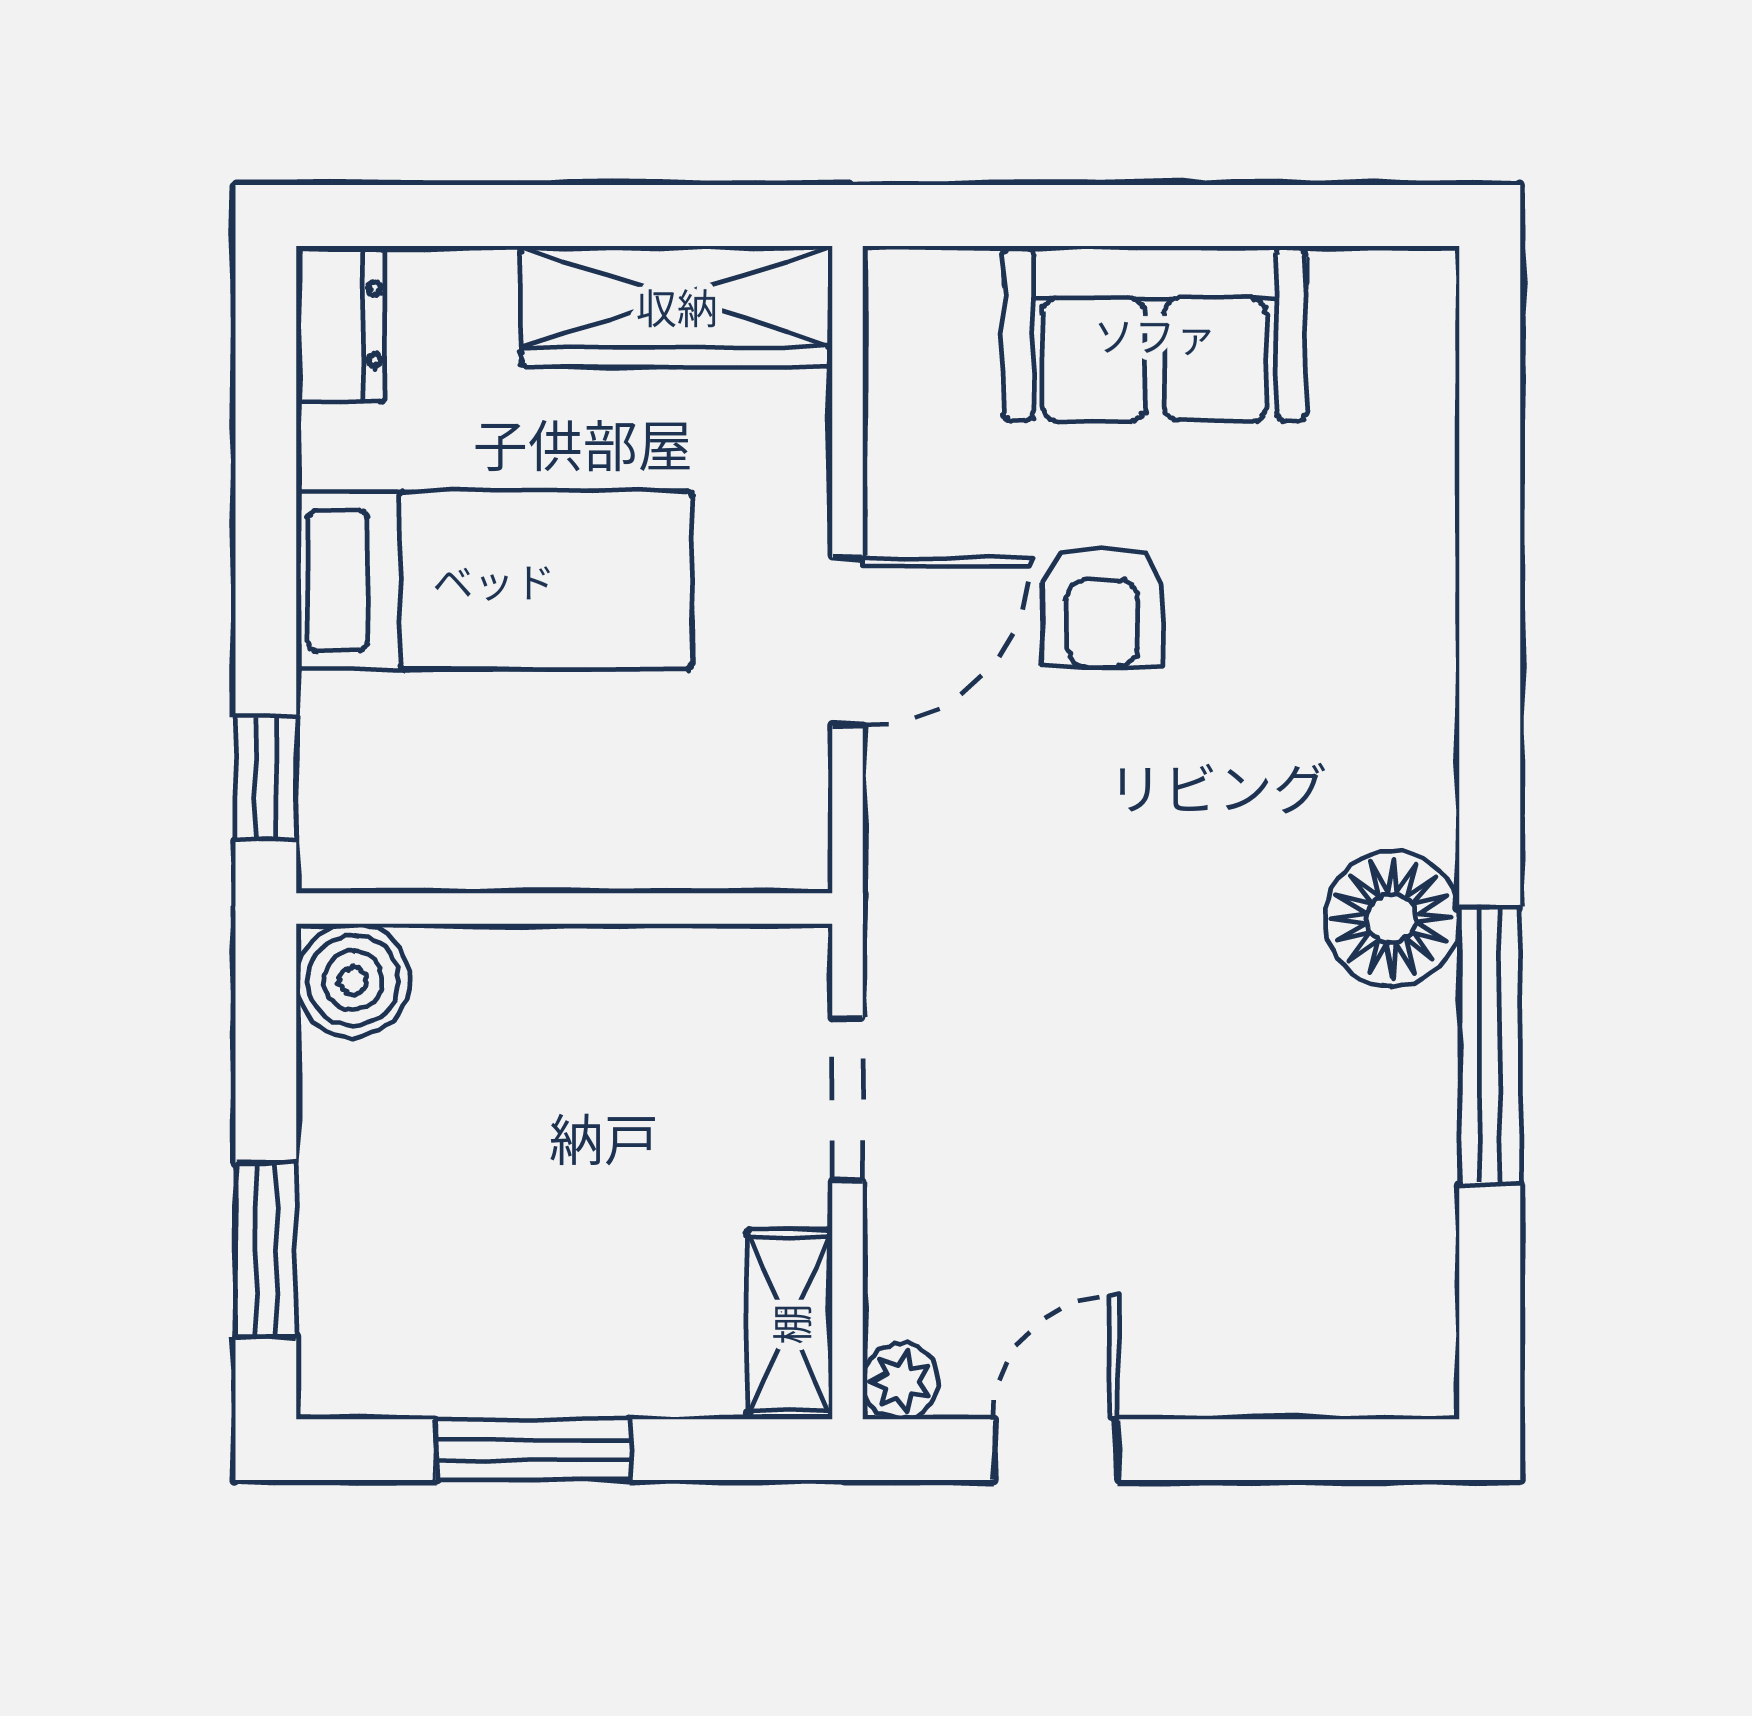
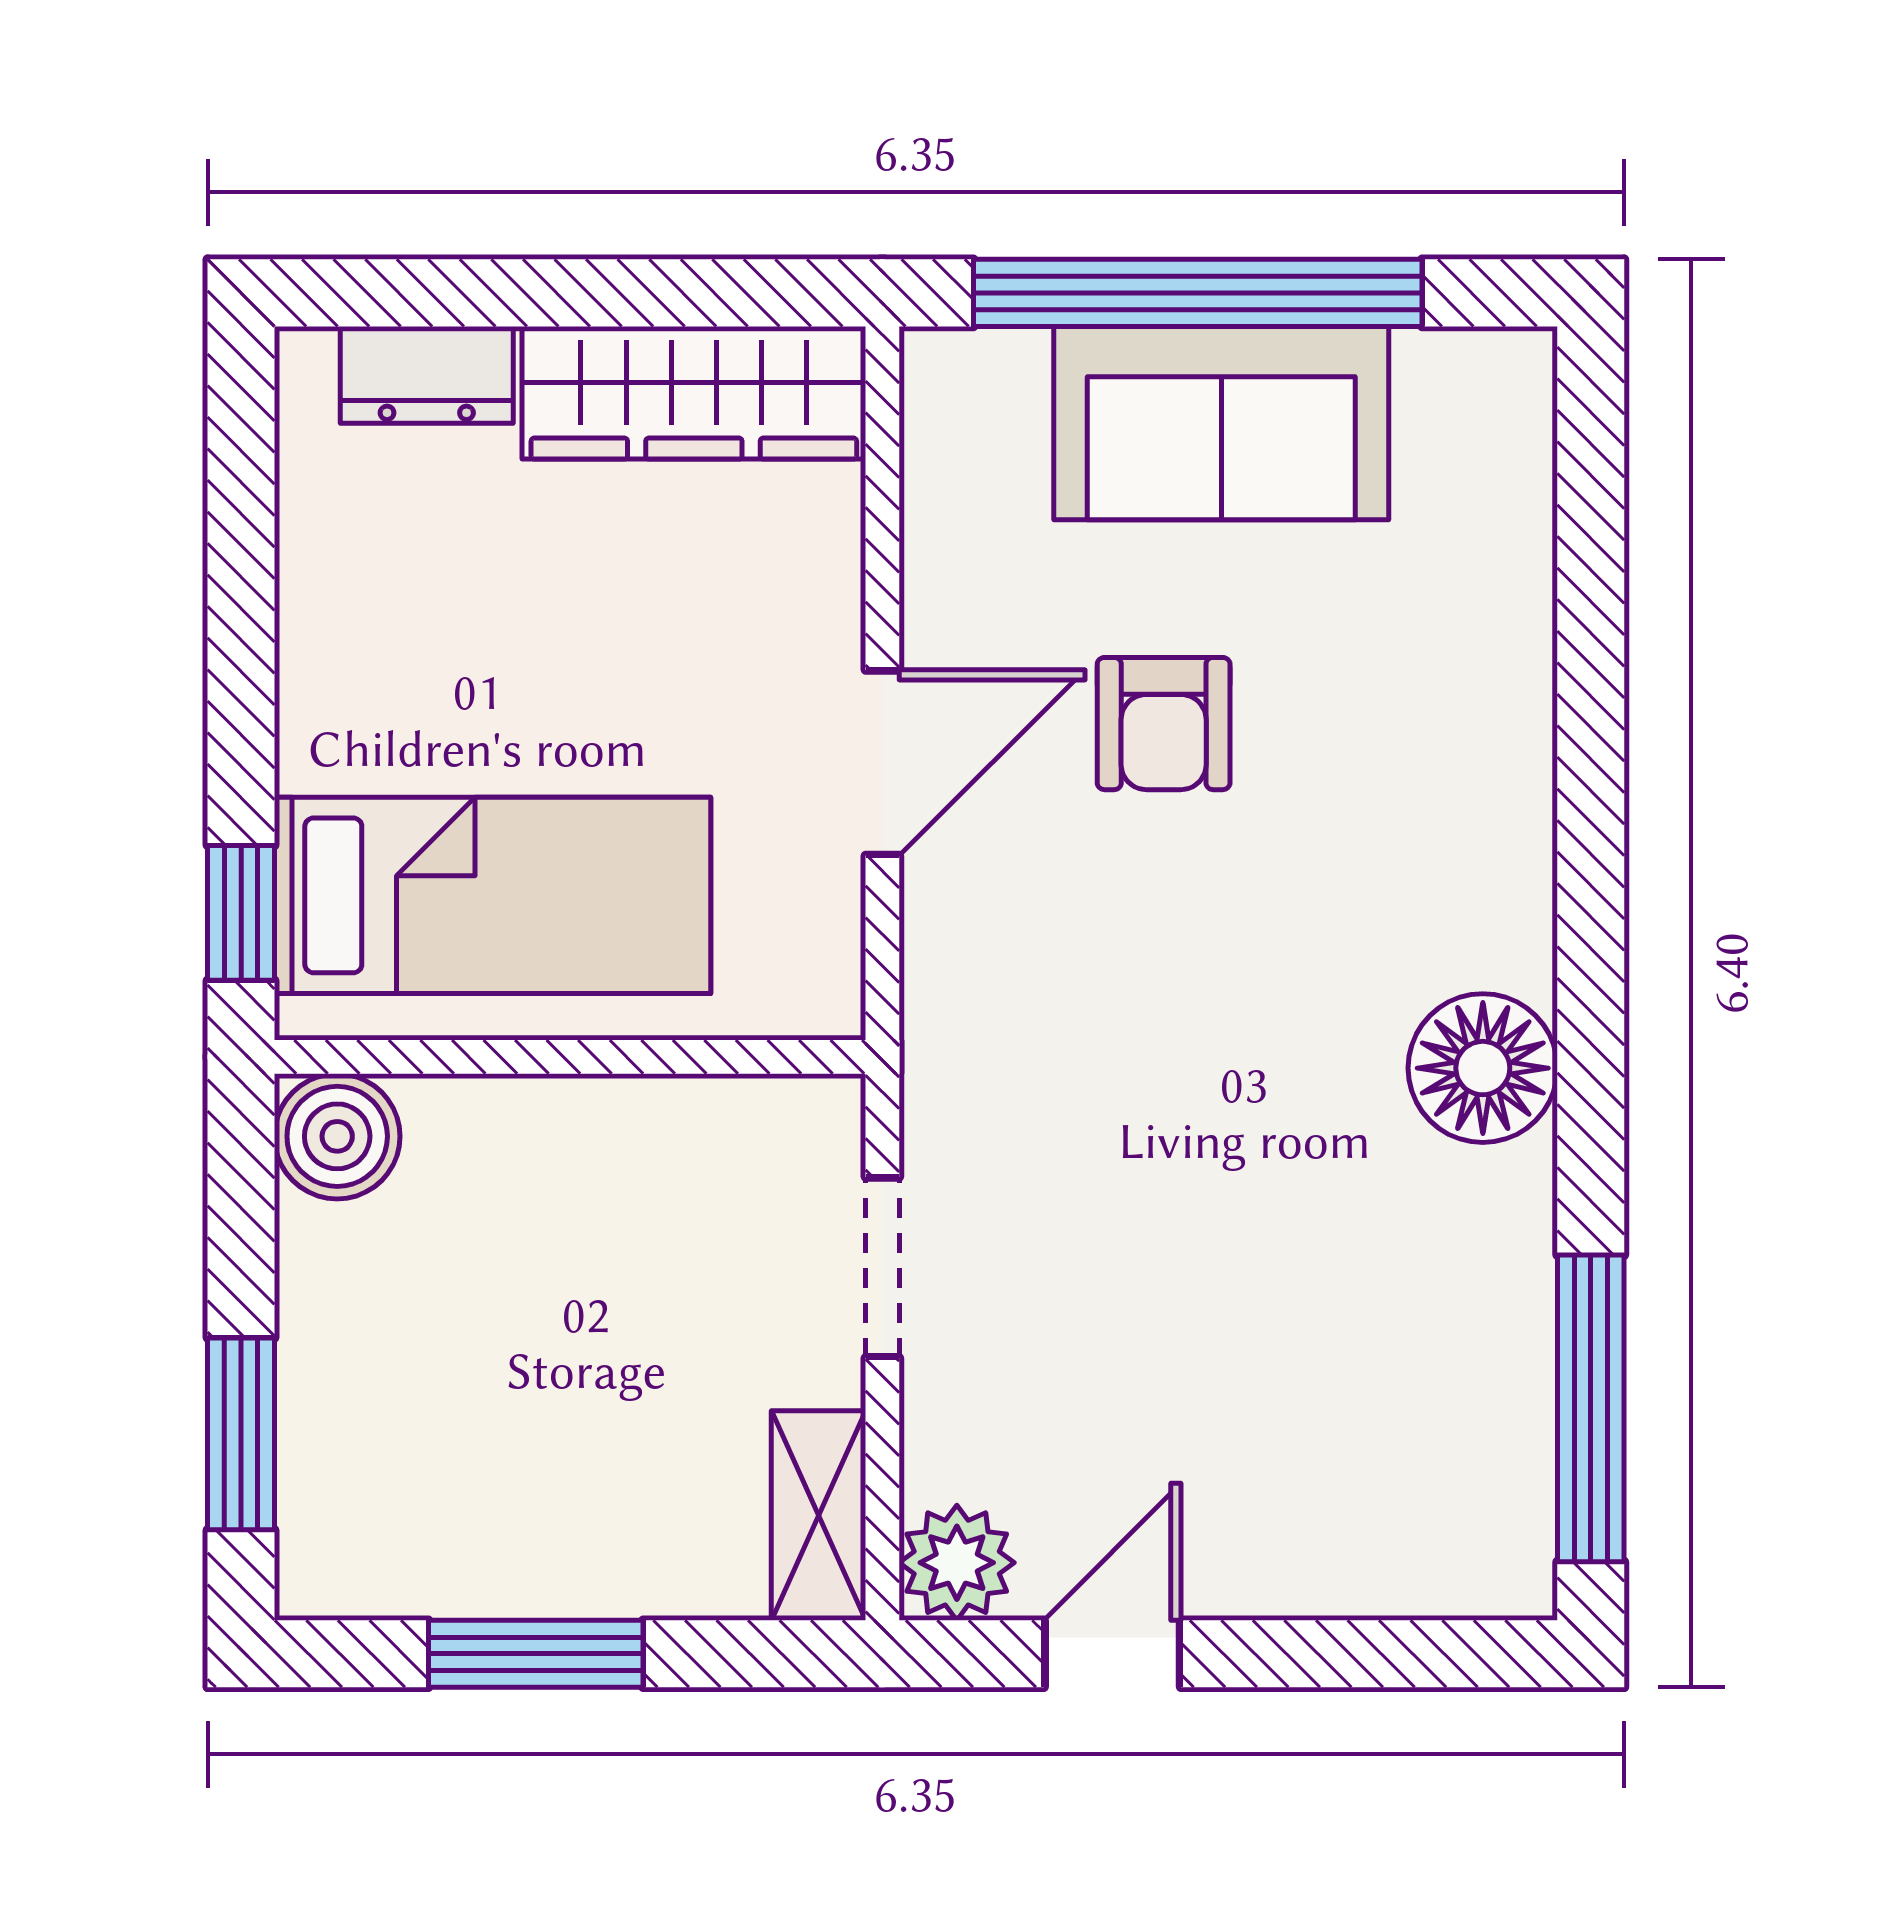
window: (1133, 216) -> (1198, 293), added
dresser: (340, 324) -> (427, 375), moved, turned 90
bed: (494, 580) -> (493, 895), moved
window: (1490, 1046) -> (1591, 1408), moved
plant: (901, 1381) -> (957, 1563), width x1.38, depth x1.38

